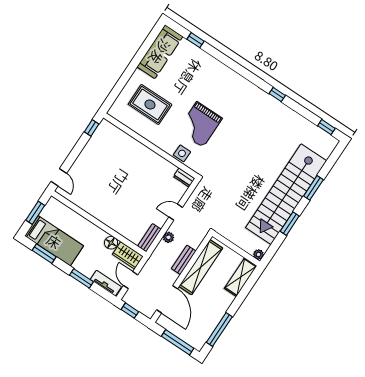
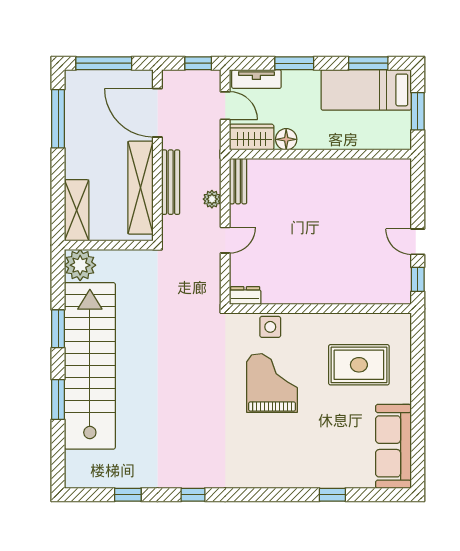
window: (196, 40) -> (332, 495), moved
window: (326, 127) -> (128, 495), moved
door: (59, 177) -> (418, 242), moved
plant: (258, 254) -> (80, 265), width x1.88, depth x1.88
bench: (184, 260) -> (171, 182), width x1.36

